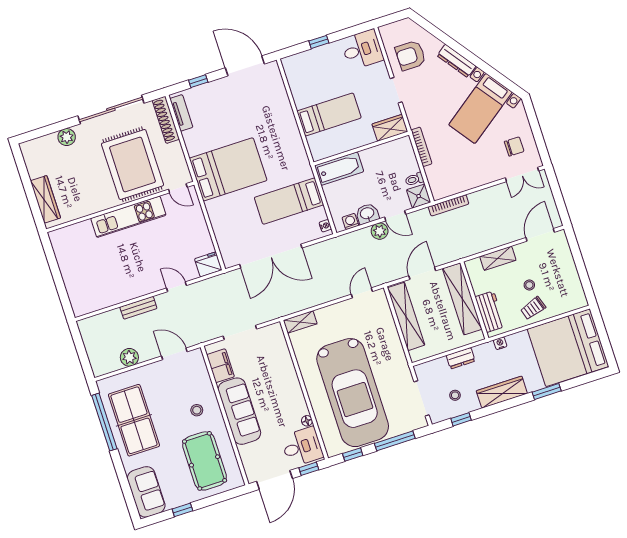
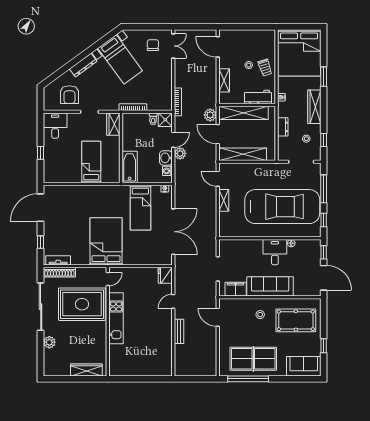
shelving: (300, 322) -> (224, 200), moved
door: (174, 354) -> (218, 317), hinge flipped
plant: (129, 357) -> (210, 115), moved
desk: (302, 447) -> (275, 252), moved

